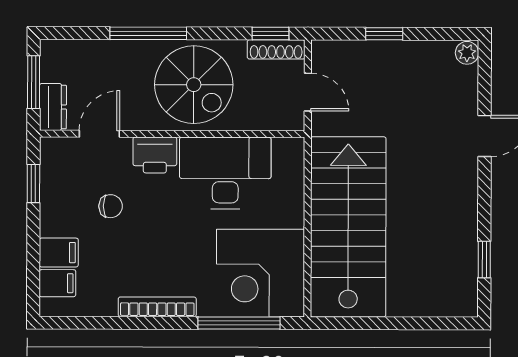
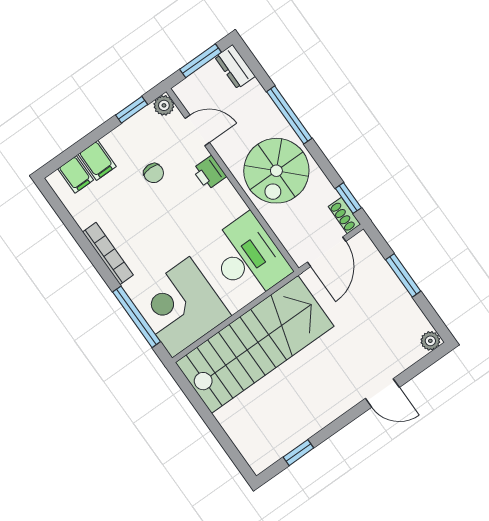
window: (384, 34) -> (403, 275), width x1.50
shoe rack: (276, 49) -> (344, 215), width x0.70
door: (308, 92) -> (327, 252), width x1.38
dresser: (53, 107) -> (235, 67), moved, turned 90
plant: (52, 149) -> (164, 105), added
printer: (155, 155) -> (209, 173), width x0.73, depth x0.81
desk: (225, 173) -> (248, 258), moved

